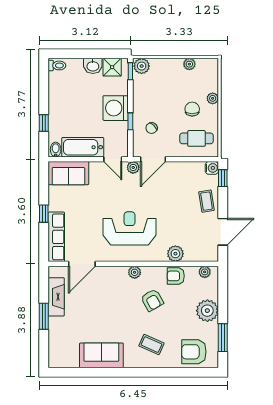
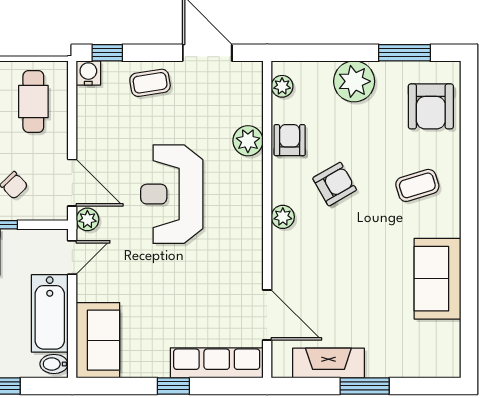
reception desk: (130, 228) -> (172, 194), moved
armchair: (176, 276) -> (290, 140), turned 180
coffee table: (151, 345) -> (417, 185), turned 49

